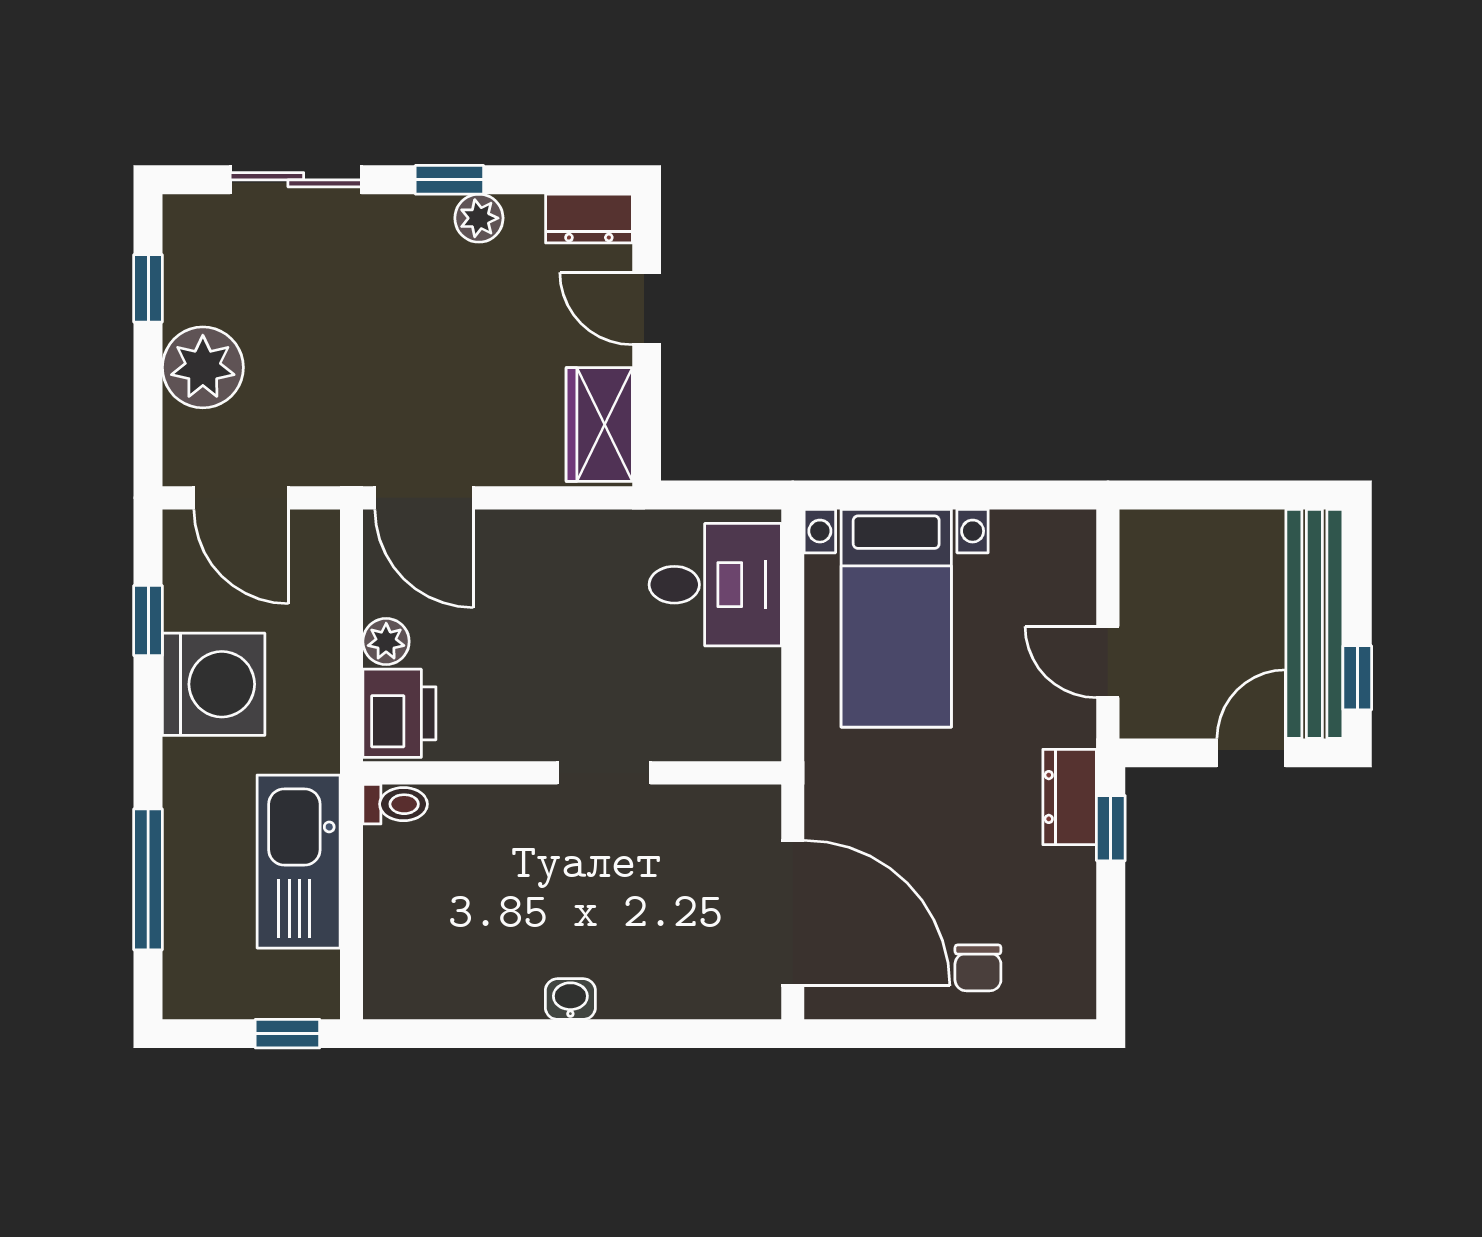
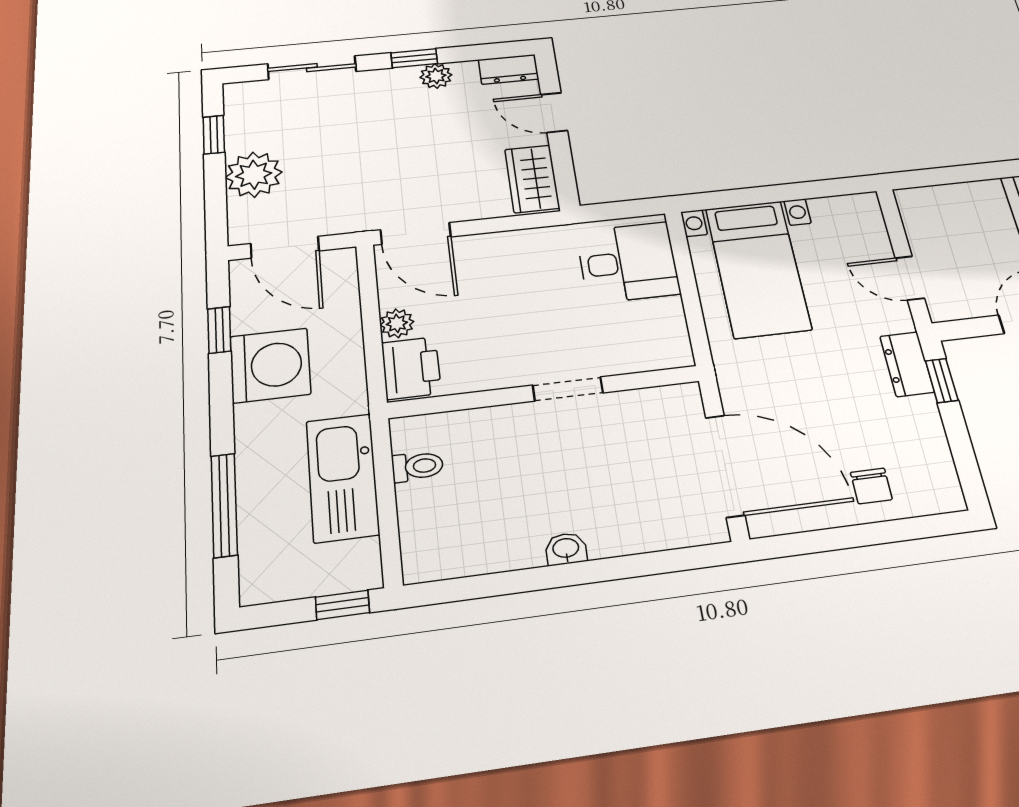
toilet: (395, 804) -> (418, 466), moved

